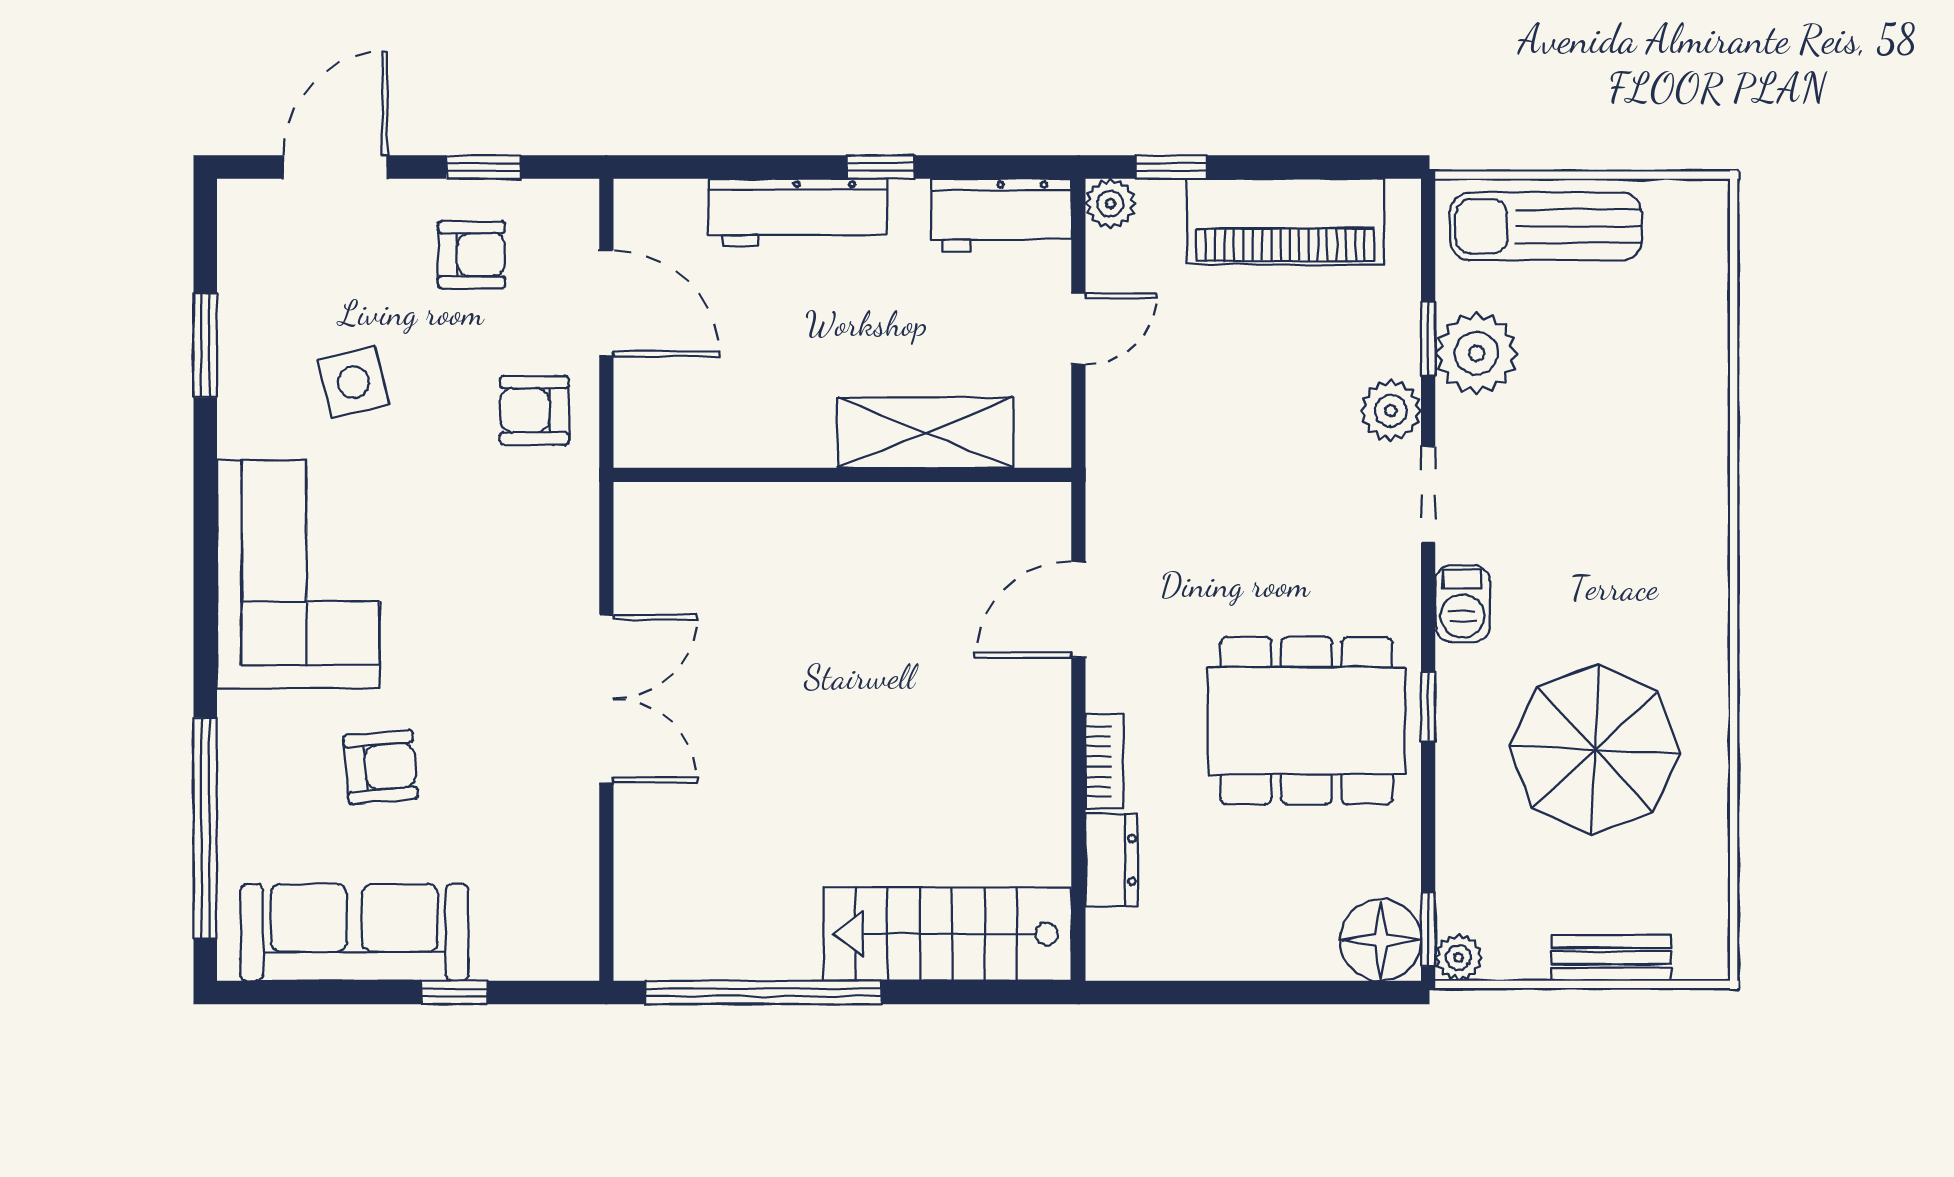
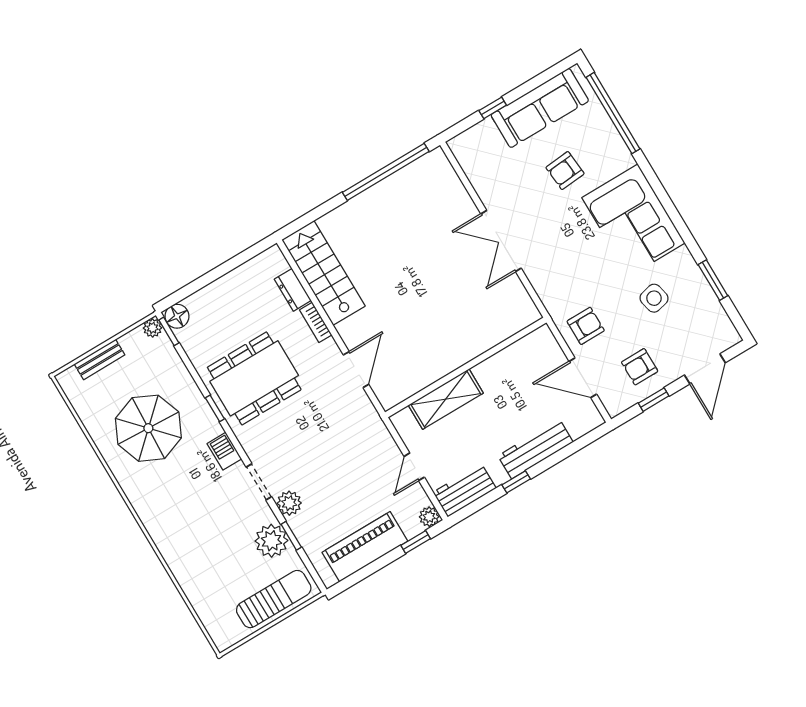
stairs: (947, 934) -> (323, 273), moved, turned -90
floor lamp: (1380, 940) -> (177, 316), width x0.73, depth x0.73

